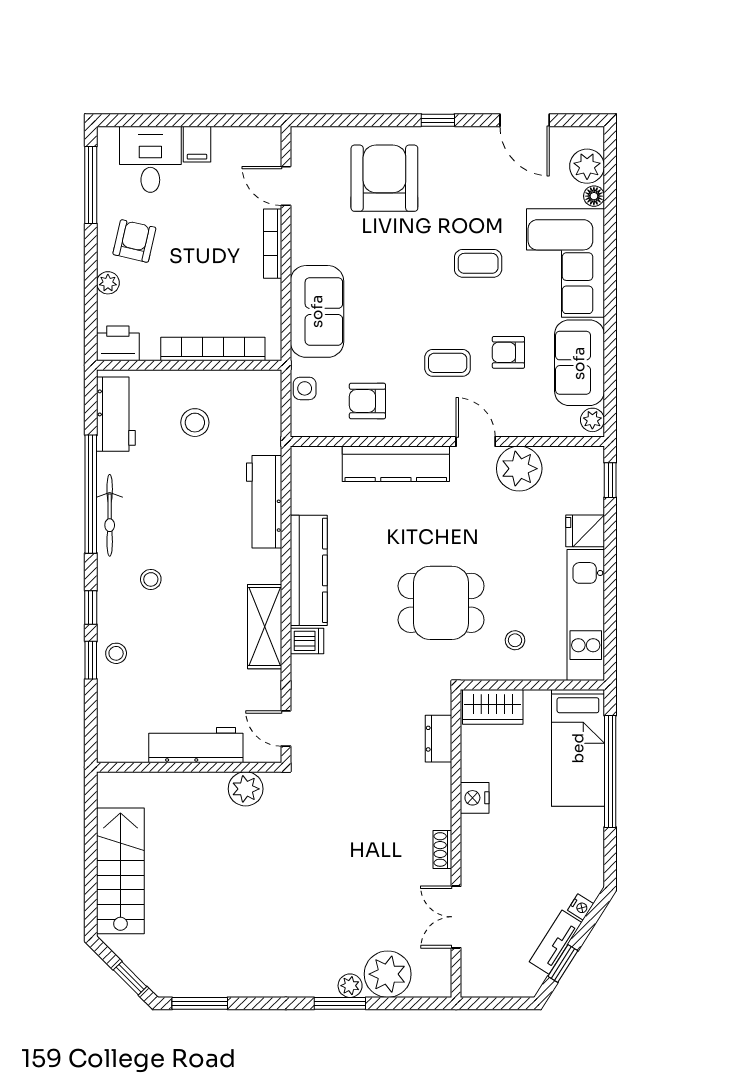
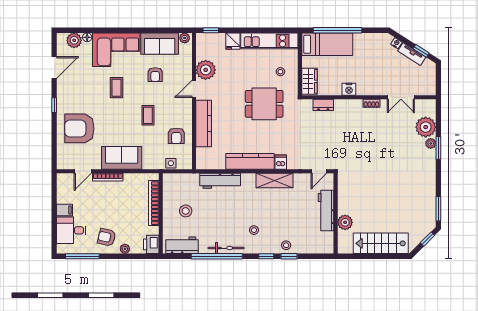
sofa: (317, 311) -> (122, 158), moved
coffee table: (448, 363) -> (148, 115), moved
dining table: (441, 603) -> (264, 104), turned 90
plant: (246, 789) -> (345, 222), moved

